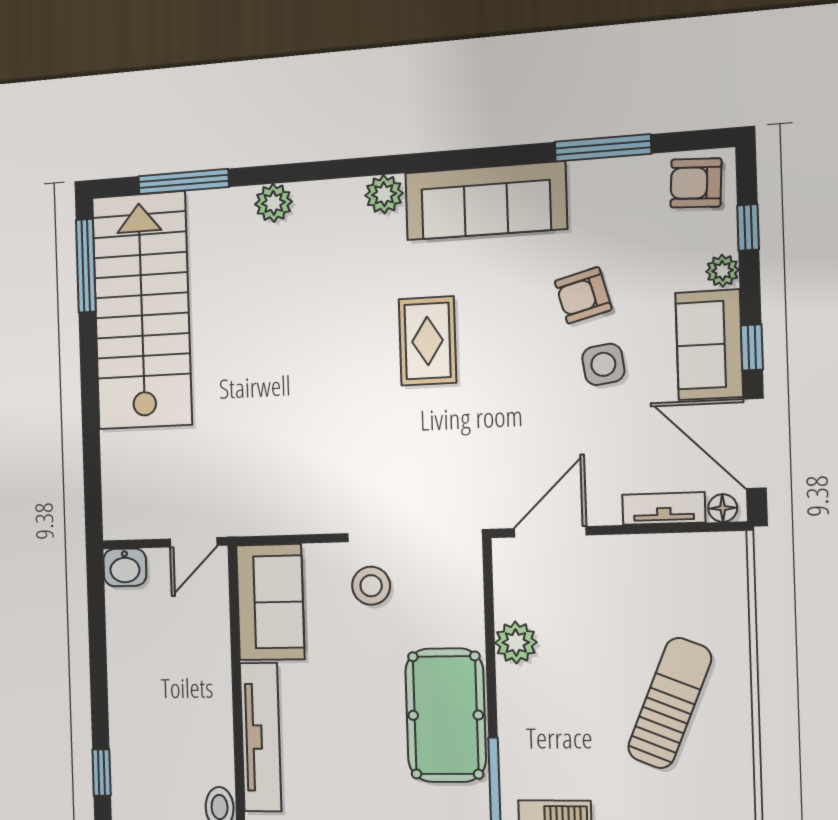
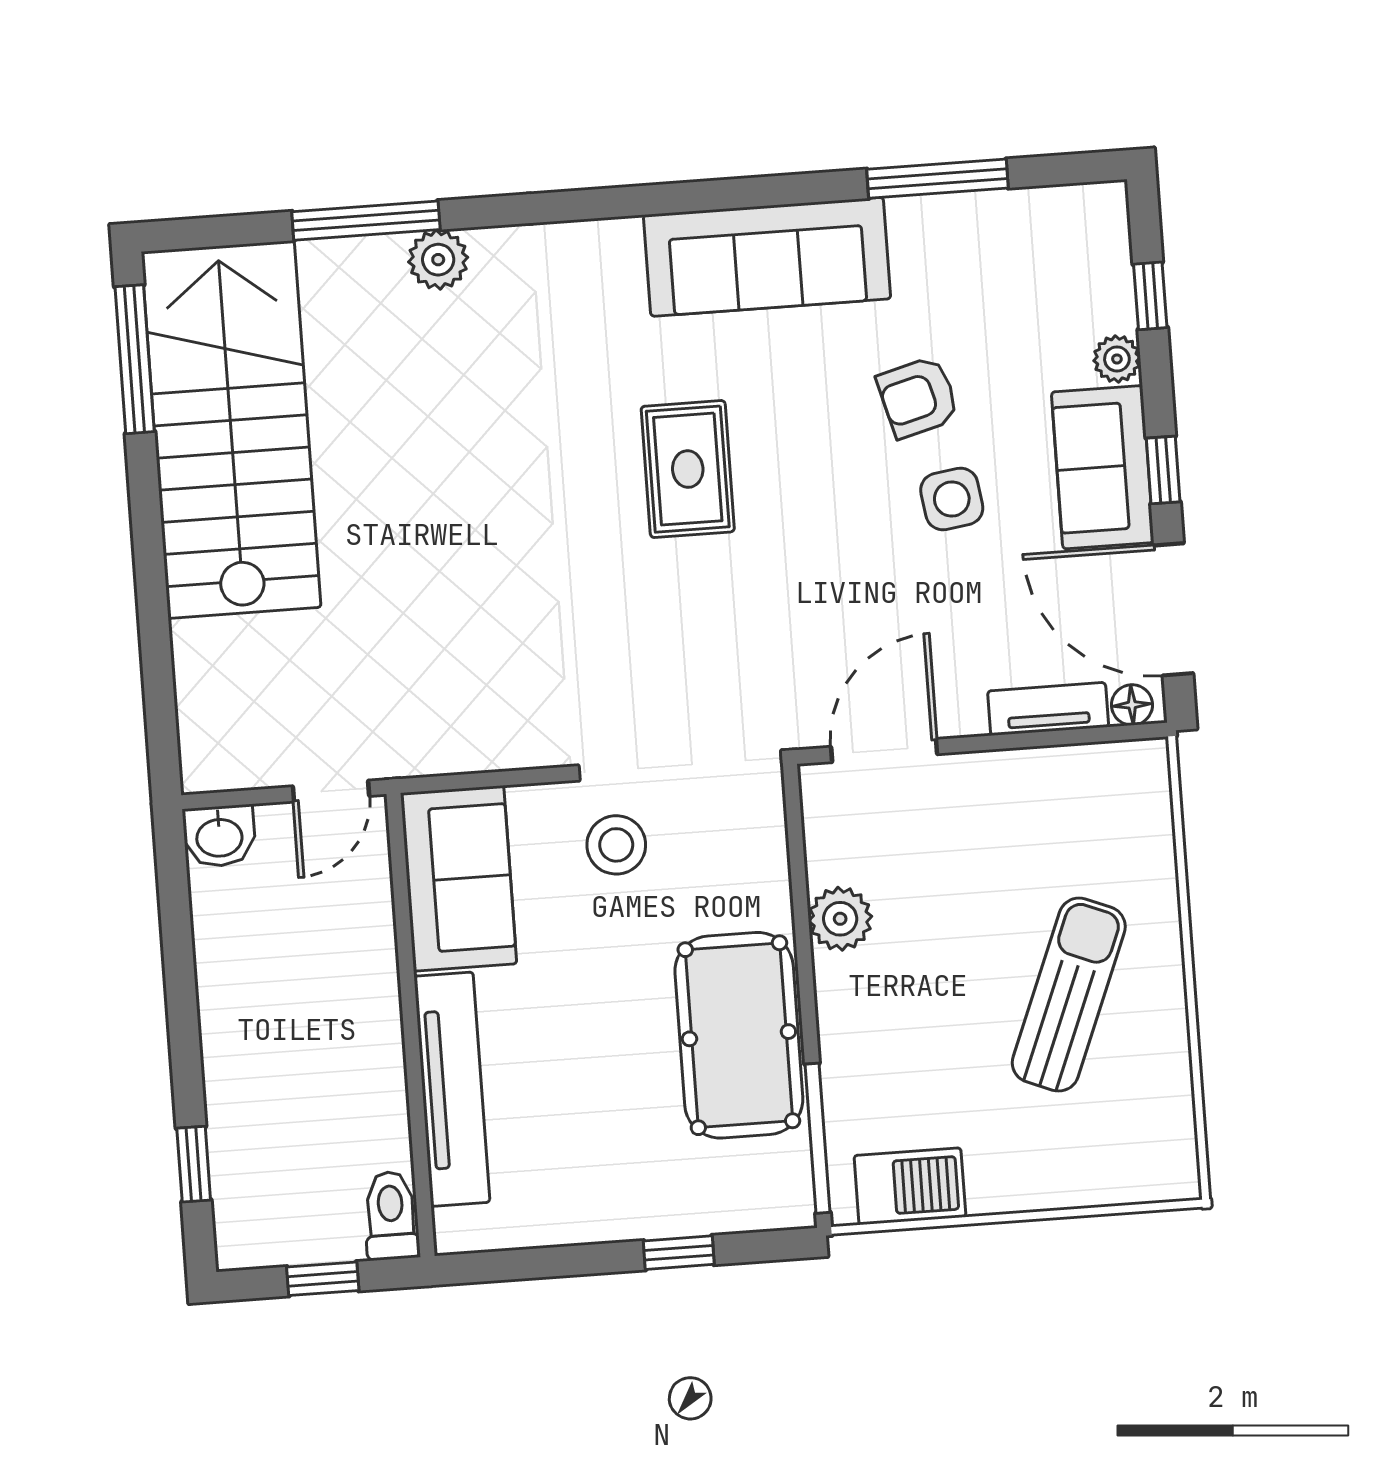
window: (183, 182) -> (366, 221), moved
armchair: (696, 183) -> (1074, 231), removed
plant: (384, 194) -> (611, 247), removed

